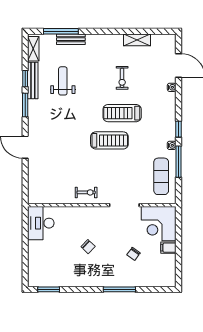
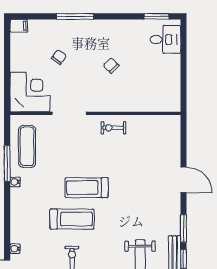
window: (178, 129) -> (7, 201), removed
desk: (41, 223) -> (165, 39), moved, width x0.73
filing cabinet: (168, 248) -> (19, 26), moved

